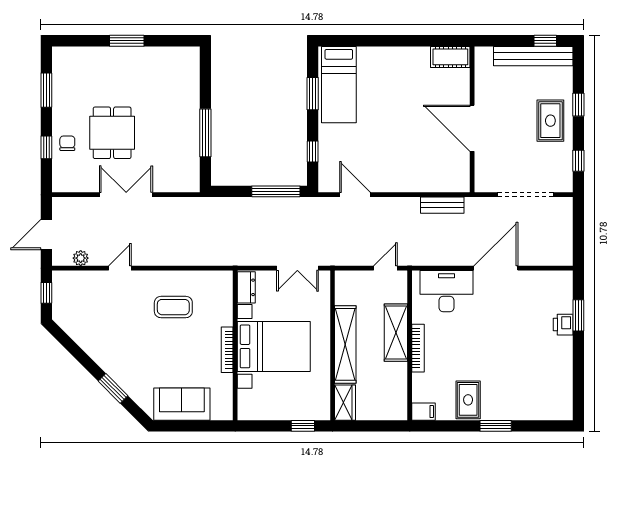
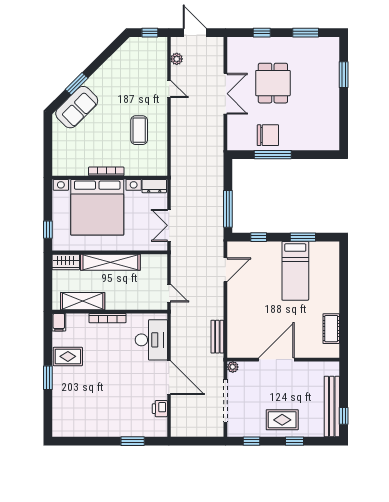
window: (127, 41) -> (344, 75), moved
cot: (450, 57) -> (331, 329), moved
bed: (339, 85) -> (295, 271), moved, turned -90
dining table: (112, 133) -> (273, 83), turned 90
chair: (67, 143) -> (268, 135), moved, width x1.87, depth x1.87
plant: (482, 185) -> (233, 367), added
printer: (563, 325) -> (160, 409), moved, turned -90
shelving: (396, 333) -> (83, 301), moved
bed with nightstands: (274, 346) -> (97, 207), width x1.36
sofa: (182, 404) -> (77, 107), moved, turned 45

